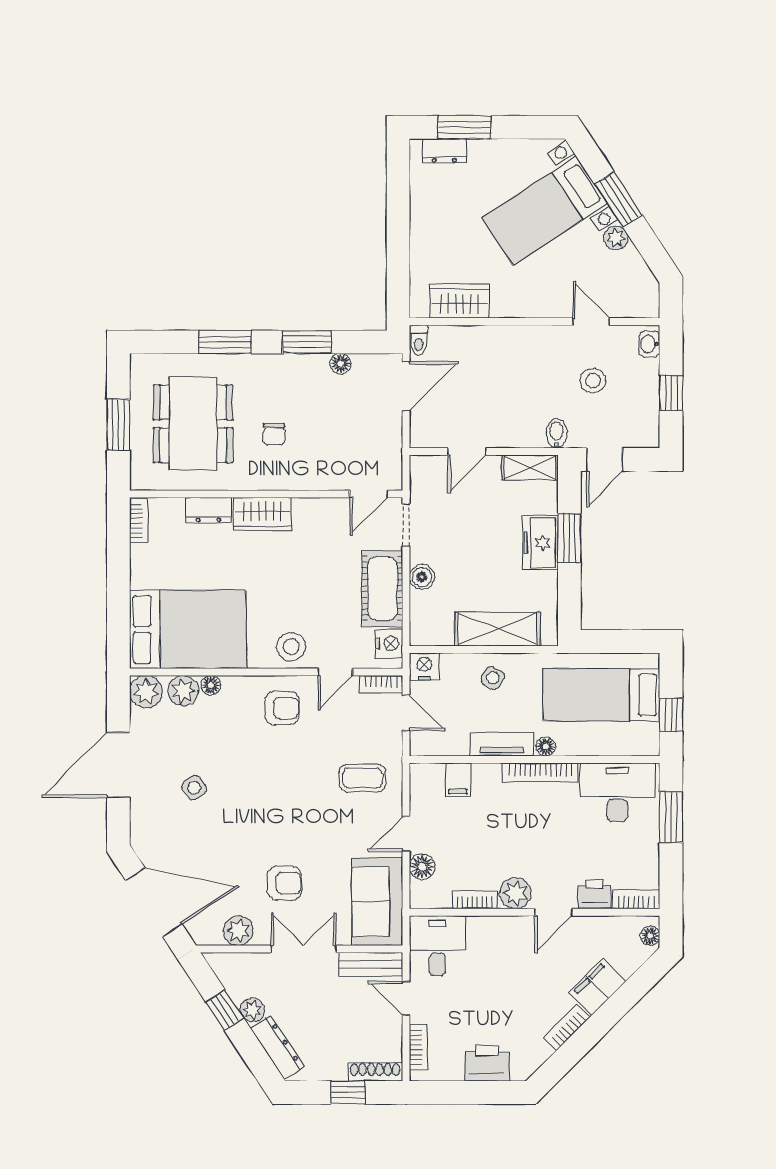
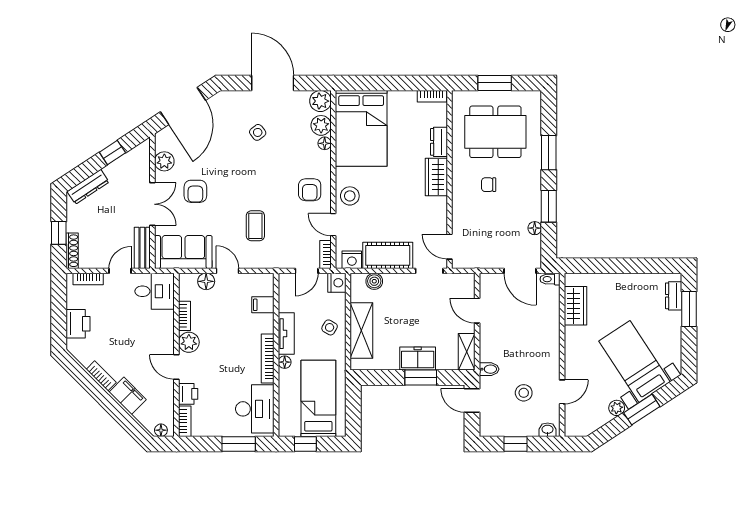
boiler: (422, 577) -> (374, 281), moved
coffee table: (363, 778) -> (255, 226), moved
plant: (252, 1010) -> (113, 171), removed

